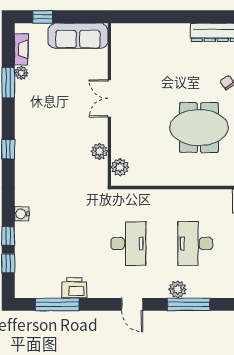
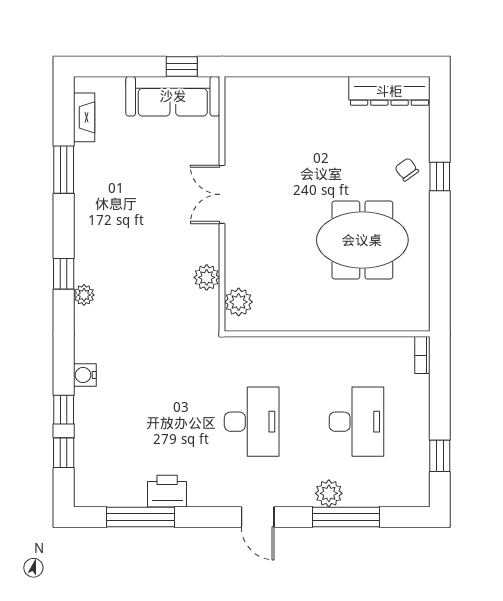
window: (43, 17) -> (182, 66), moved
plant: (21, 73) -> (84, 295), moved
desk: (195, 244) -> (356, 422), turned 180

